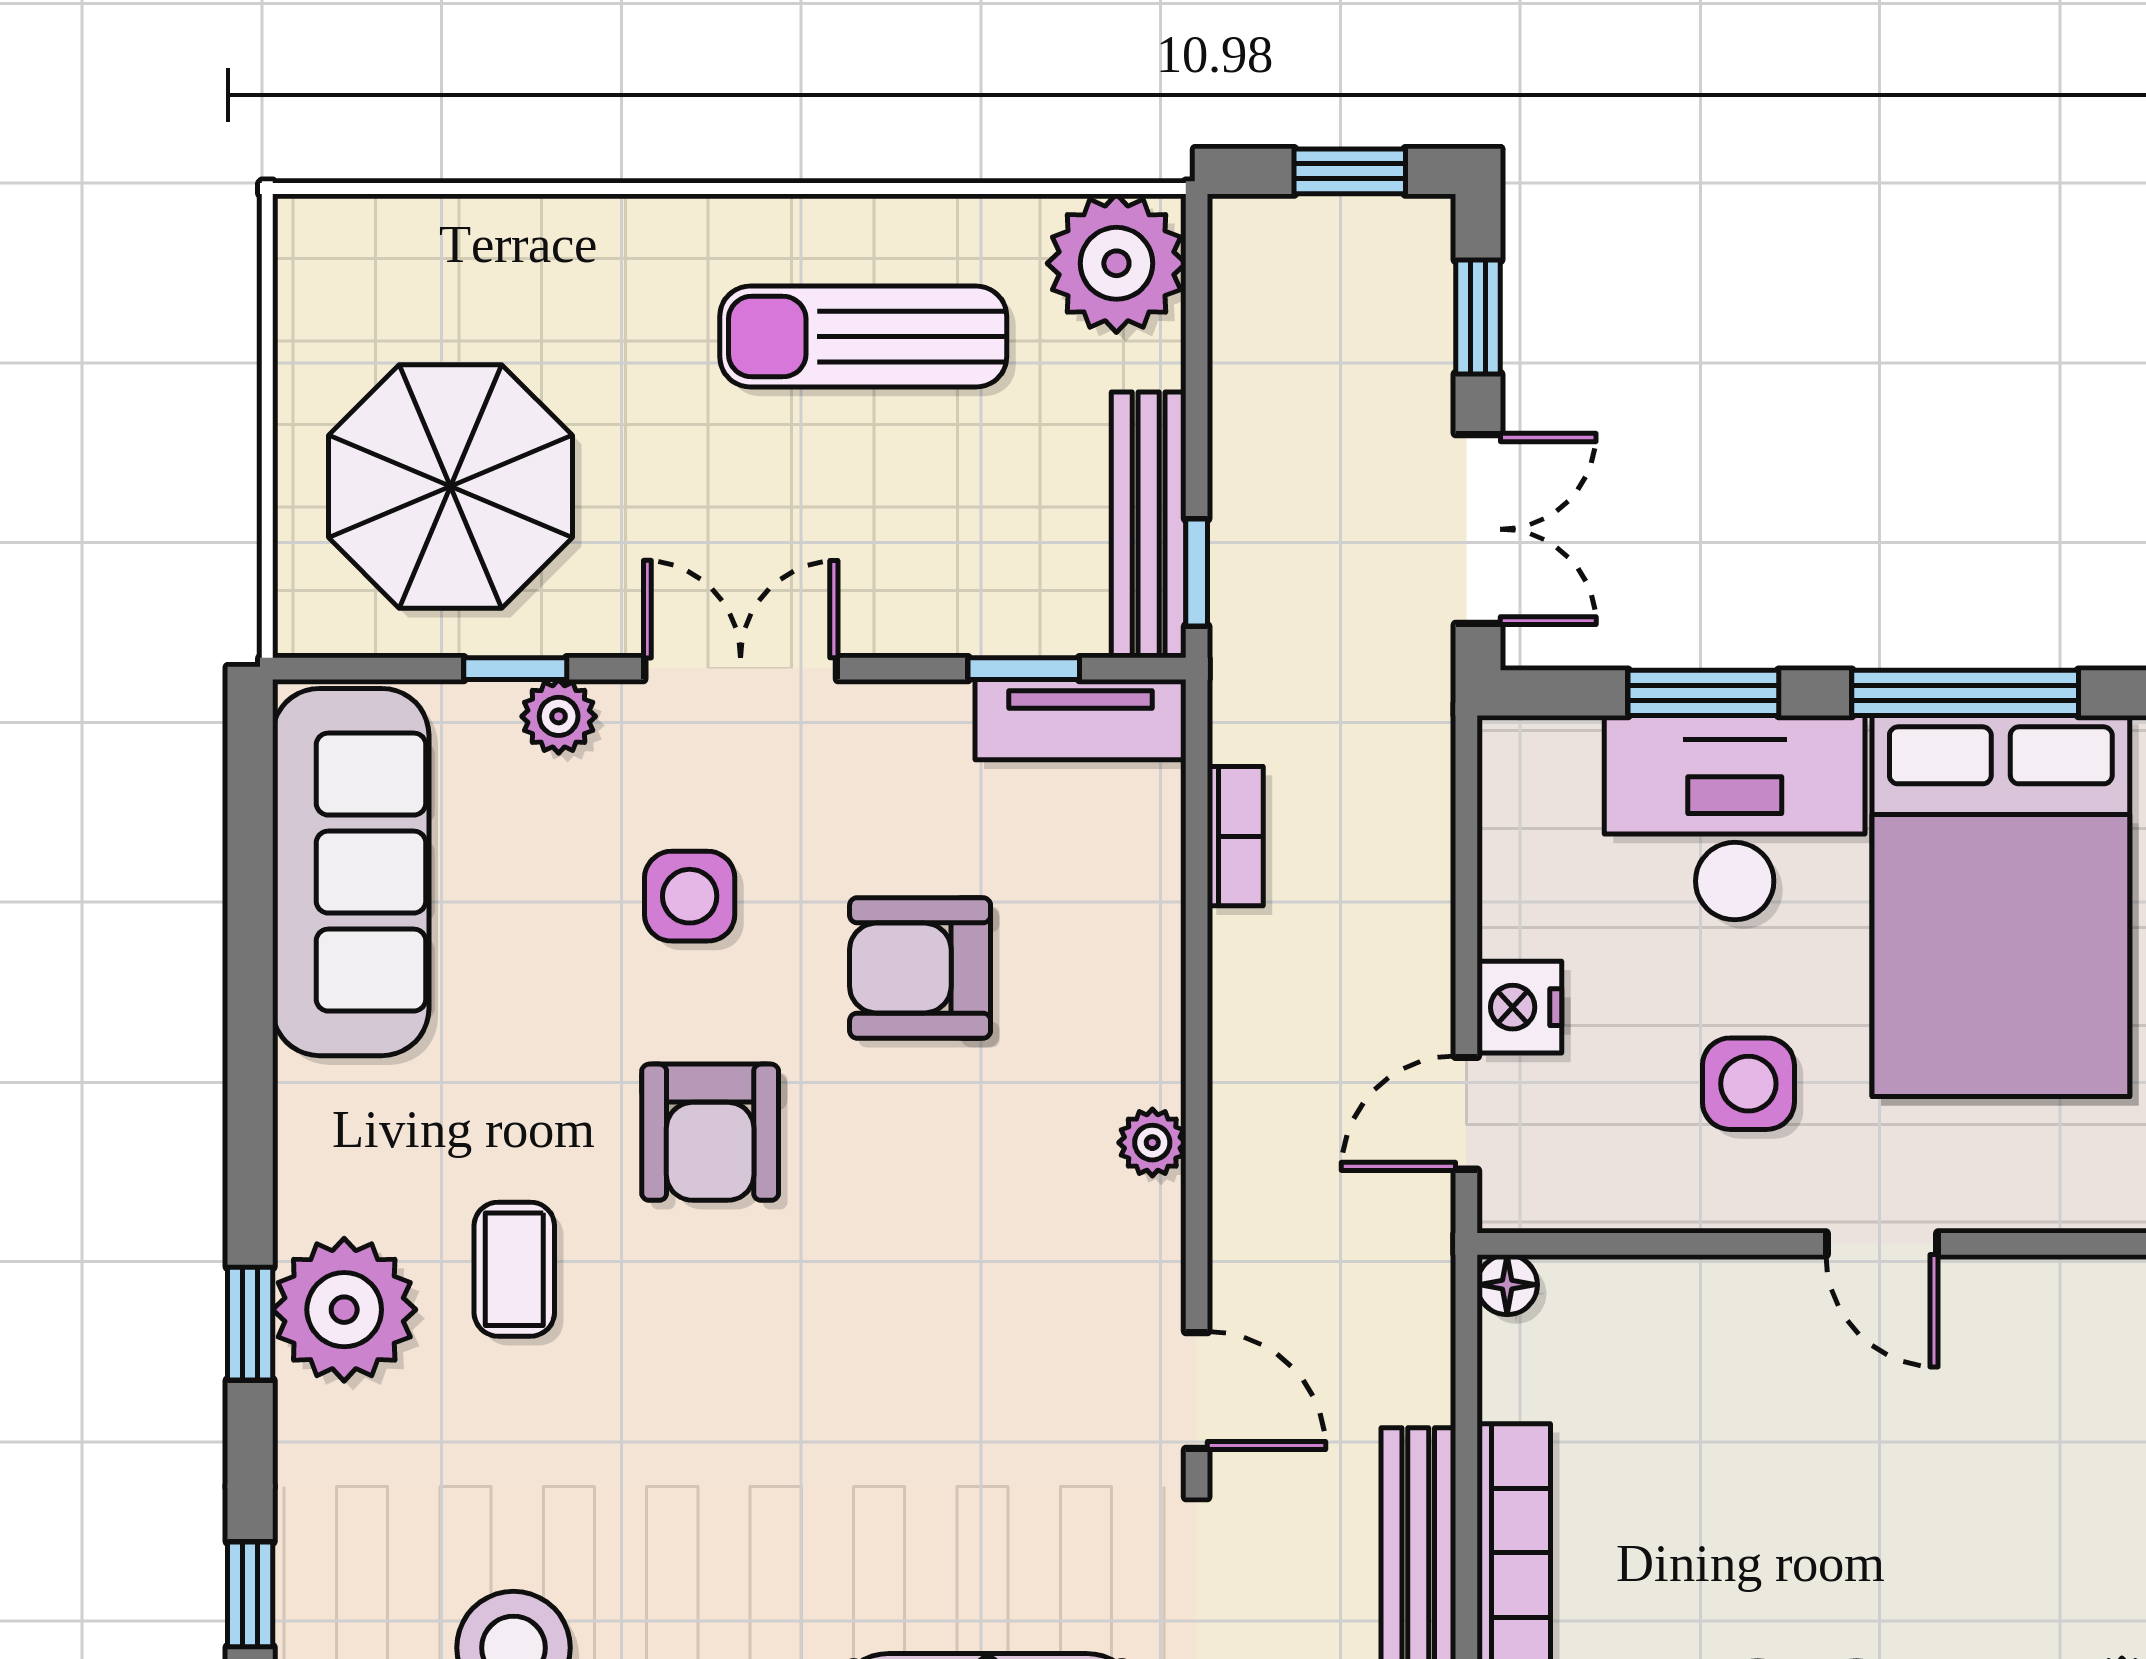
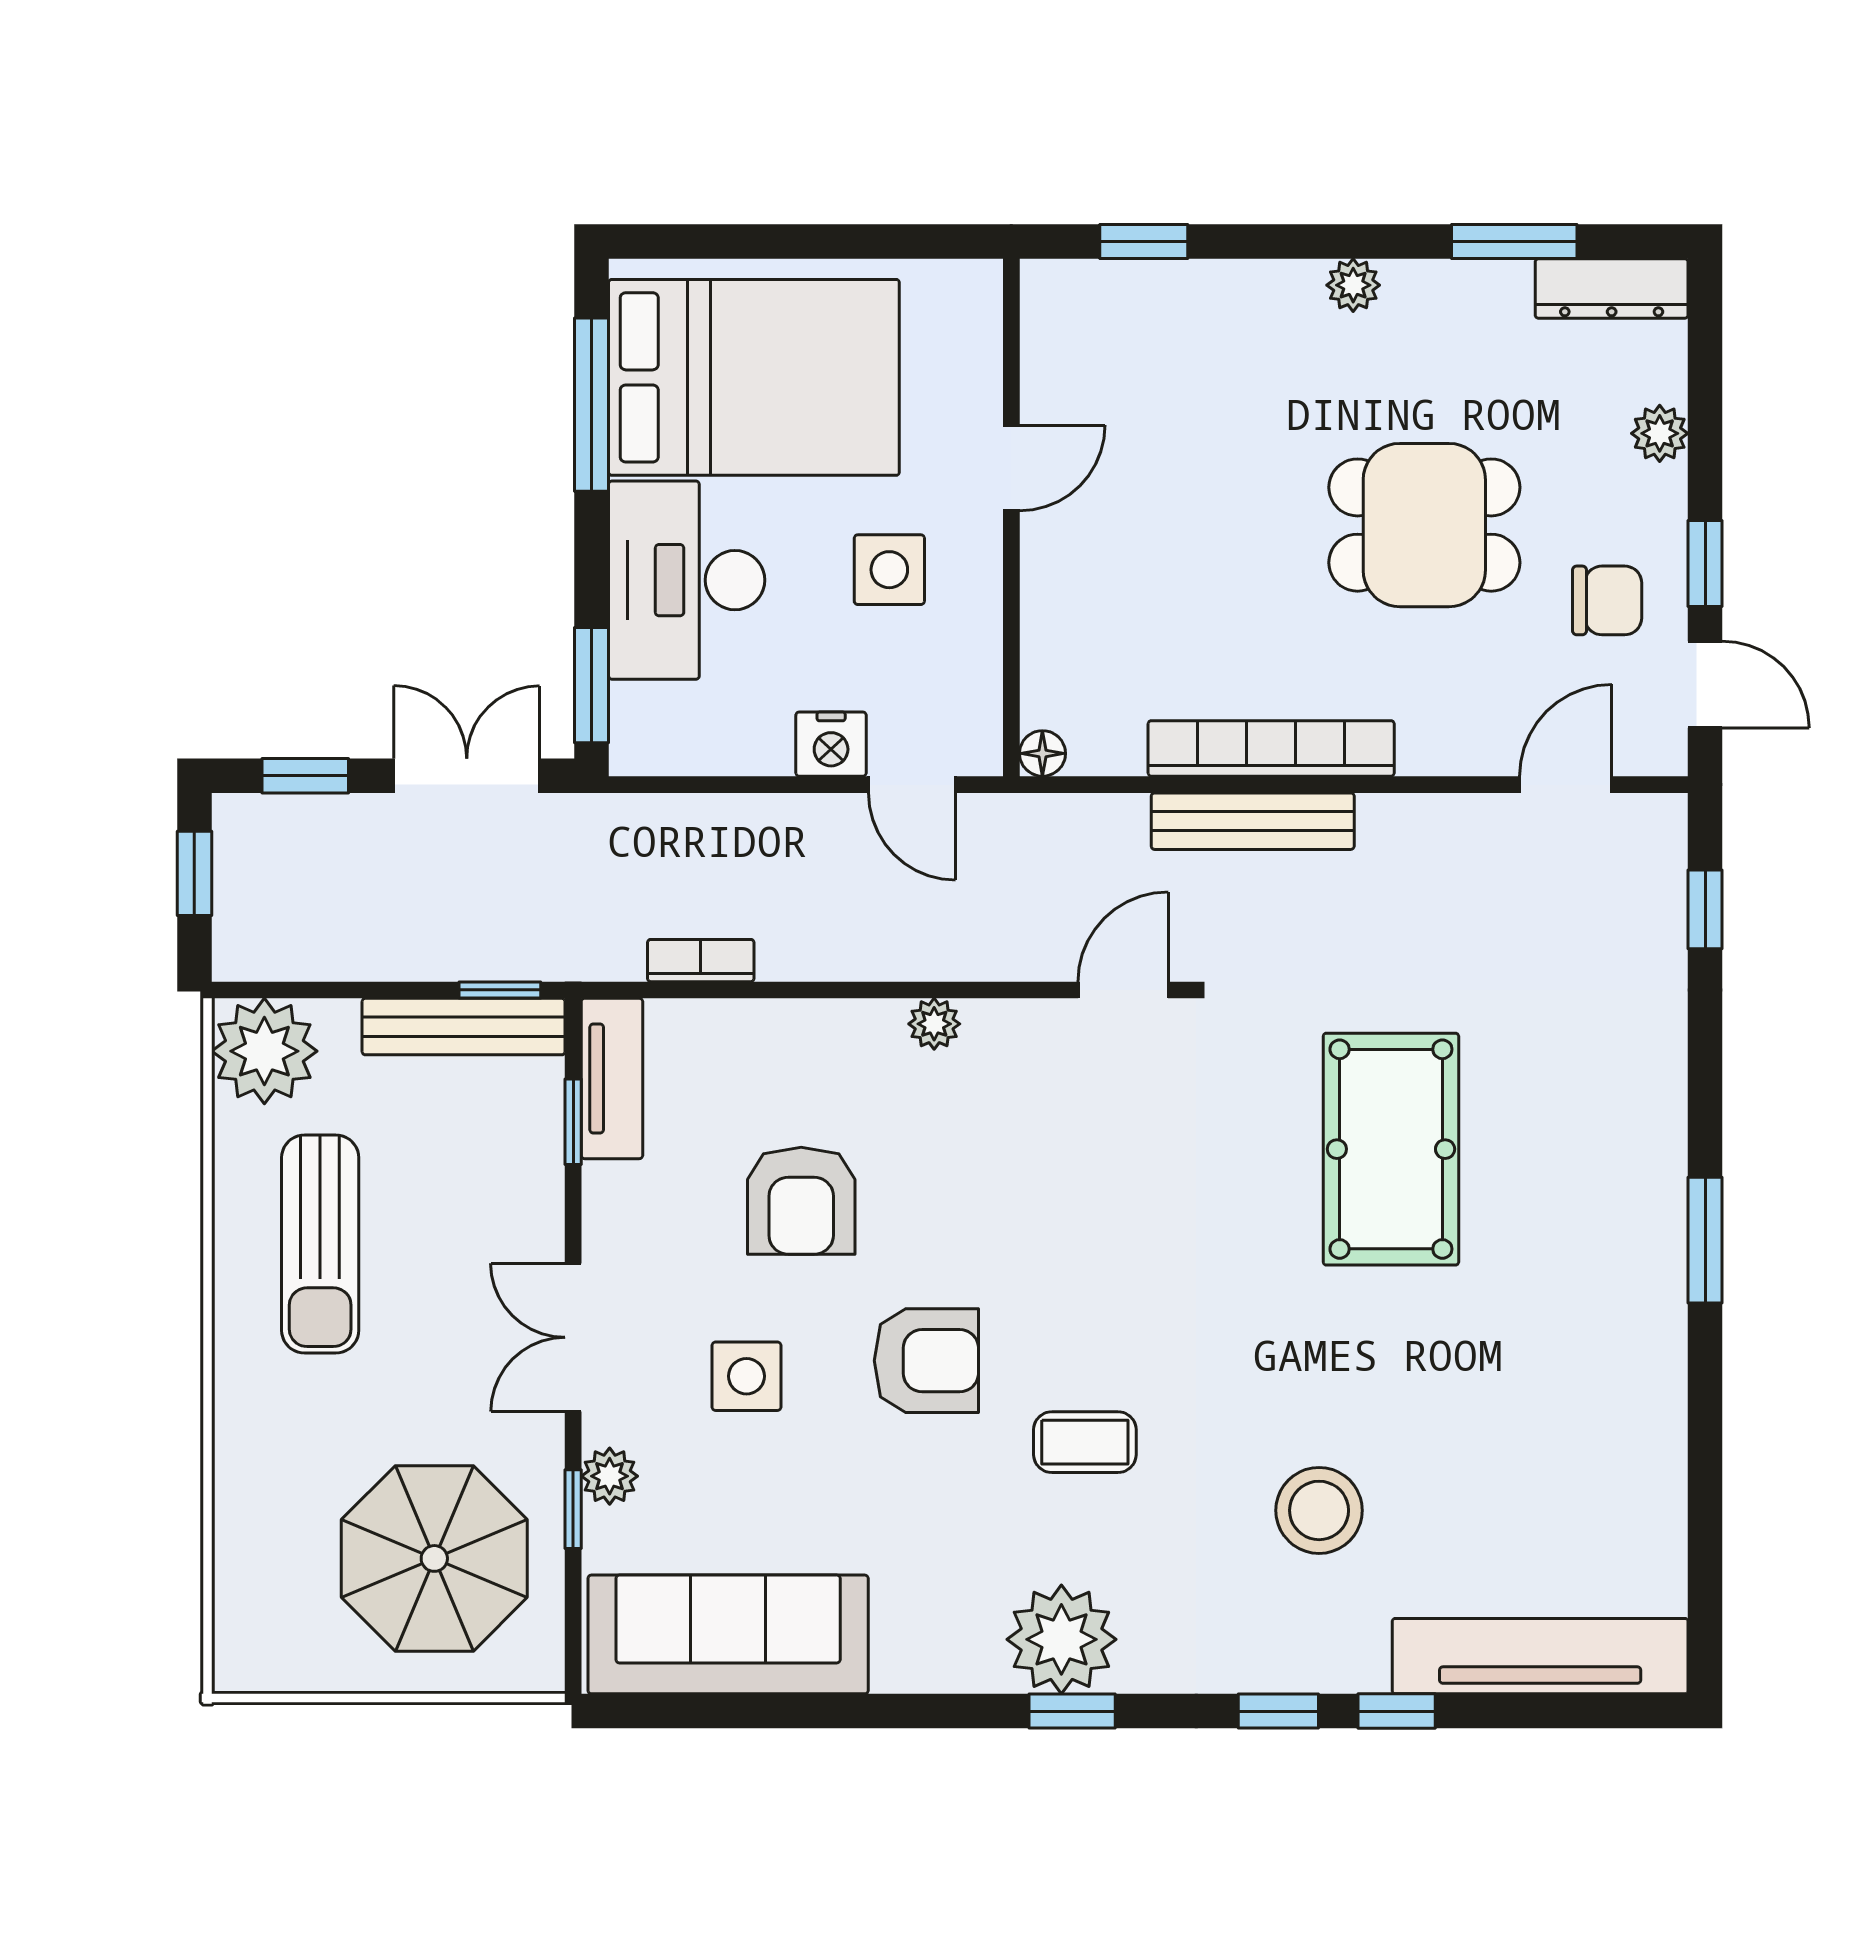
window: (1703, 693) -> (592, 685), moved
coffee table: (514, 1269) -> (1085, 1442), moved

